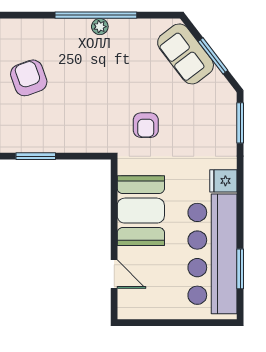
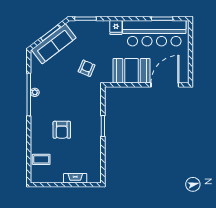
sofa: (186, 54) -> (54, 44), width x1.36
armchair: (29, 78) -> (62, 130), turned -70
armchair: (146, 125) -> (87, 68), turned -67
door: (114, 274) -> (165, 85), width x1.87

